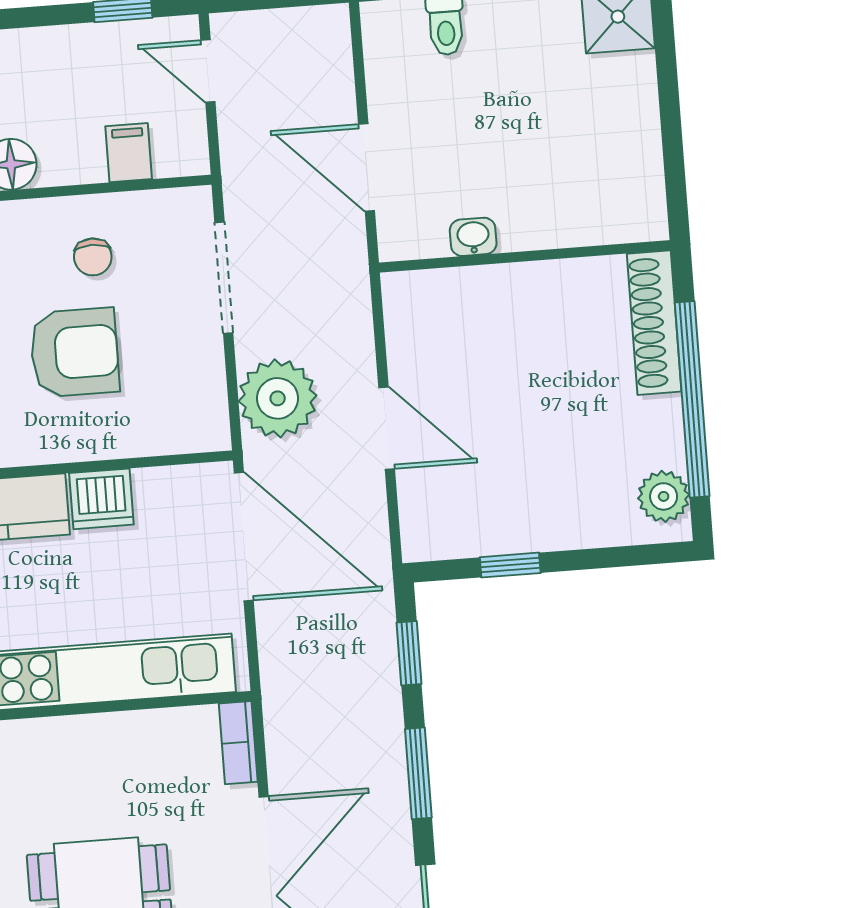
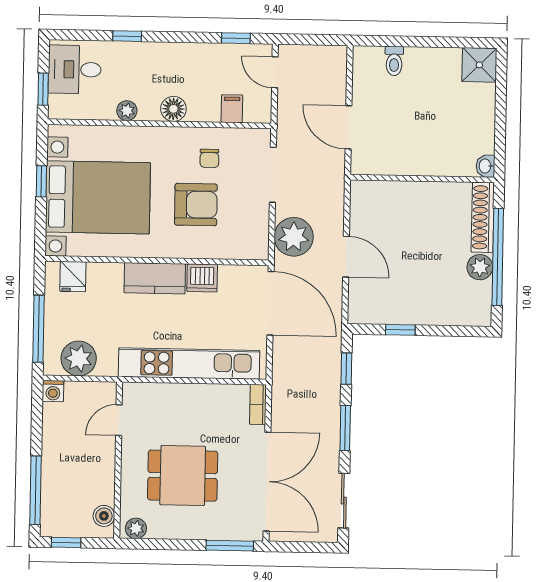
washbasin: (473, 237) -> (485, 166), moved, turned -90
plant: (664, 496) -> (480, 267), moved

